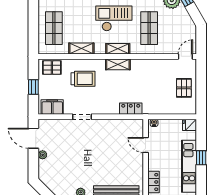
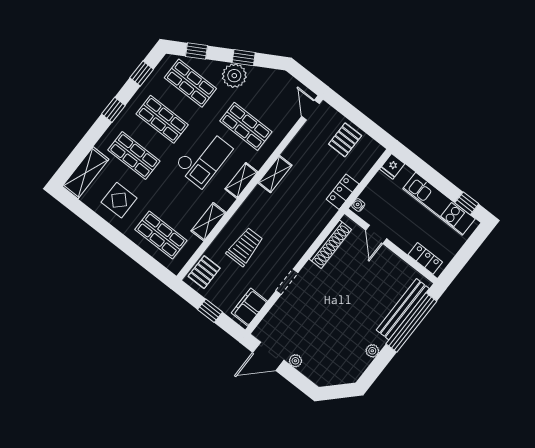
checkout: (114, 18) -> (203, 158), turned 180
shelving: (118, 64) -> (275, 174), moved
pallet: (184, 88) -> (345, 140), turned 90
locker: (131, 109) -> (343, 192), moved
shoe rack: (121, 124) -> (330, 244), added
door: (146, 145) -> (376, 234), hinge flipped
window: (201, 158) -> (467, 203), moved

